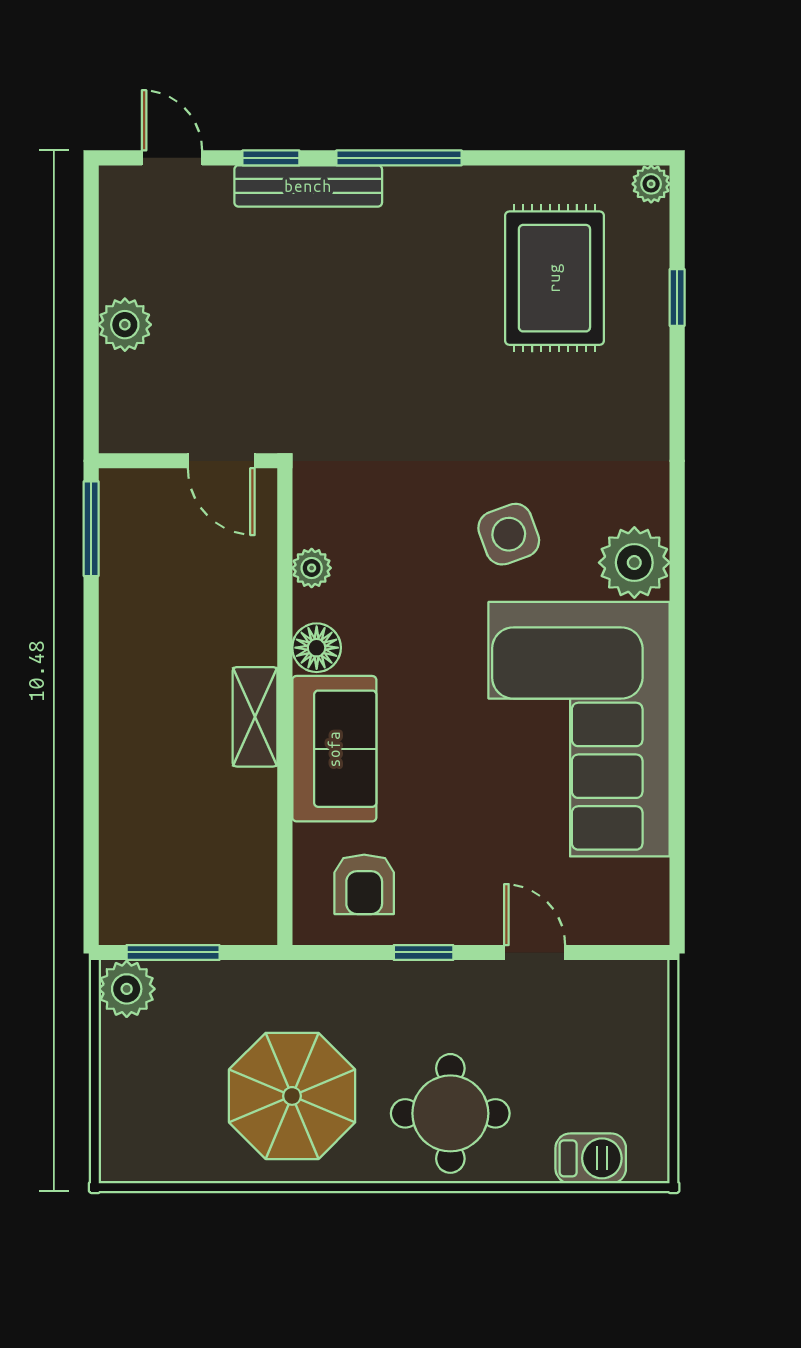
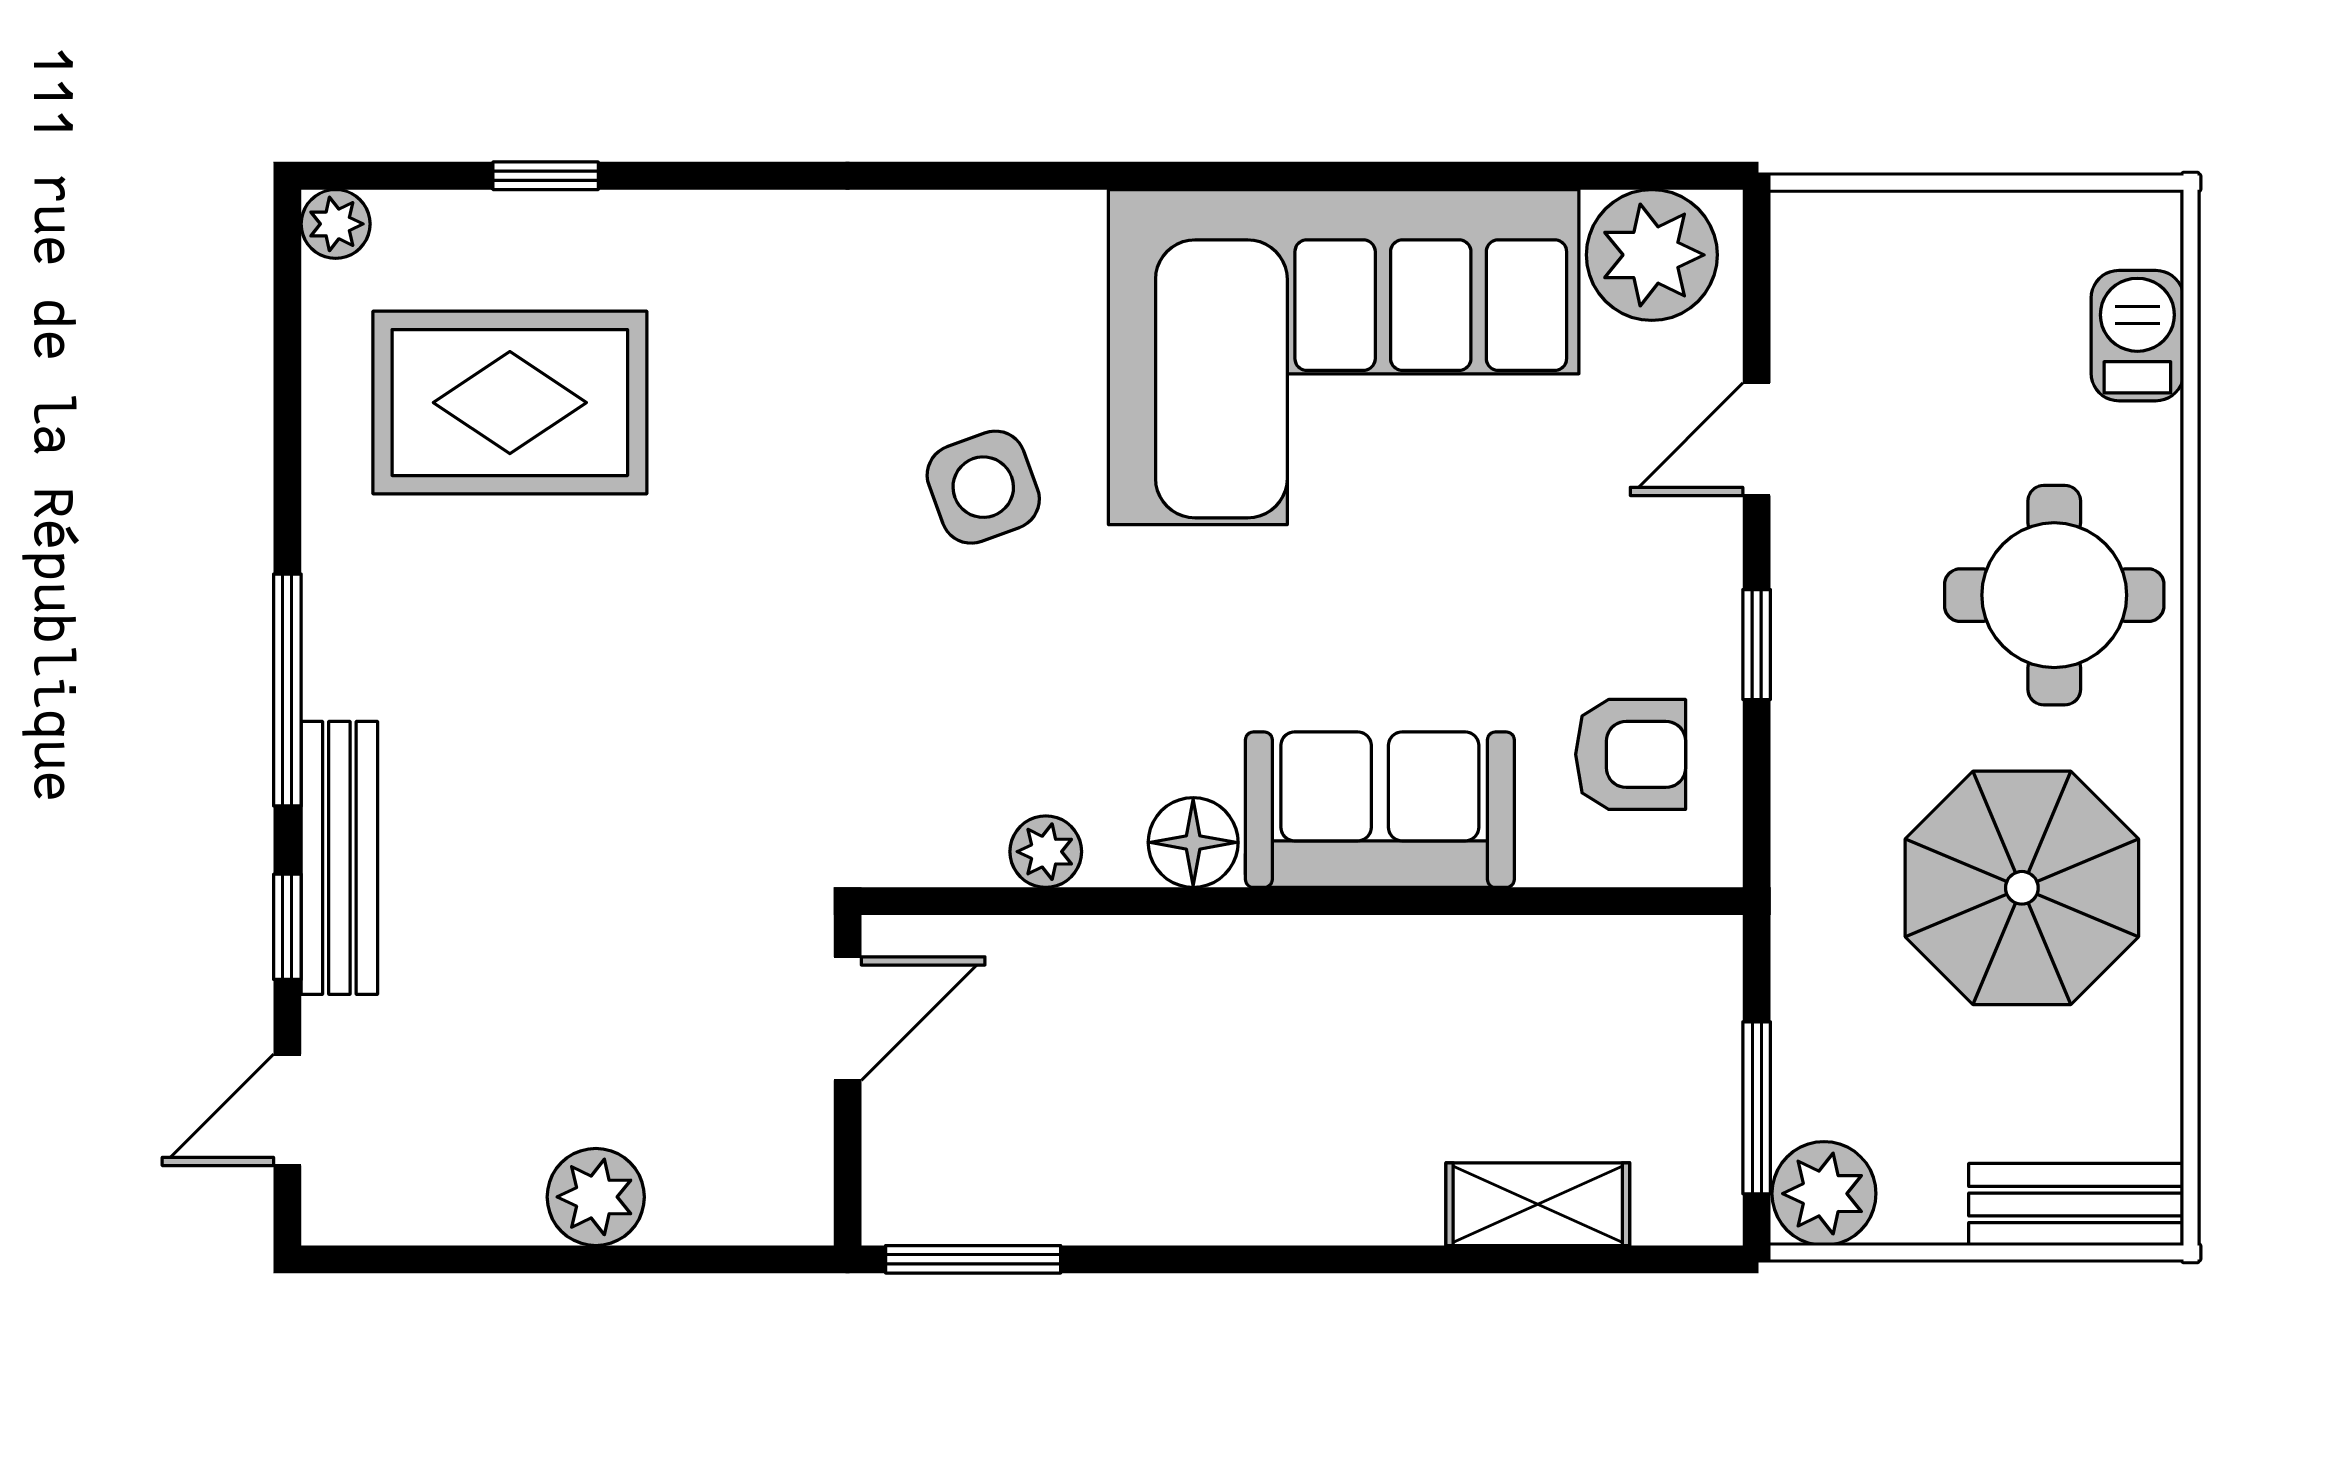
plant: (634, 563) -> (1652, 255), moved
shelving: (255, 717) -> (1538, 1204), moved
bench: (121, 1125) -> (2076, 1204), added

